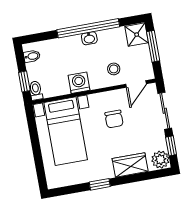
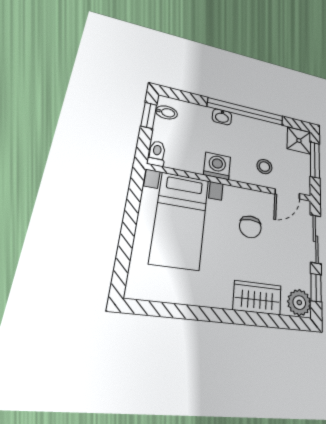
washbasin: (89, 38) -> (222, 117), moved
window: (24, 82) -> (149, 115), moved
window: (100, 184) -> (207, 314), removed

